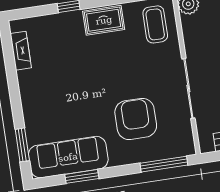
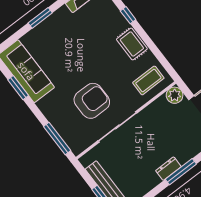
armchair: (136, 119) -> (92, 101), moved
window: (22, 145) -> (40, 18), moved

